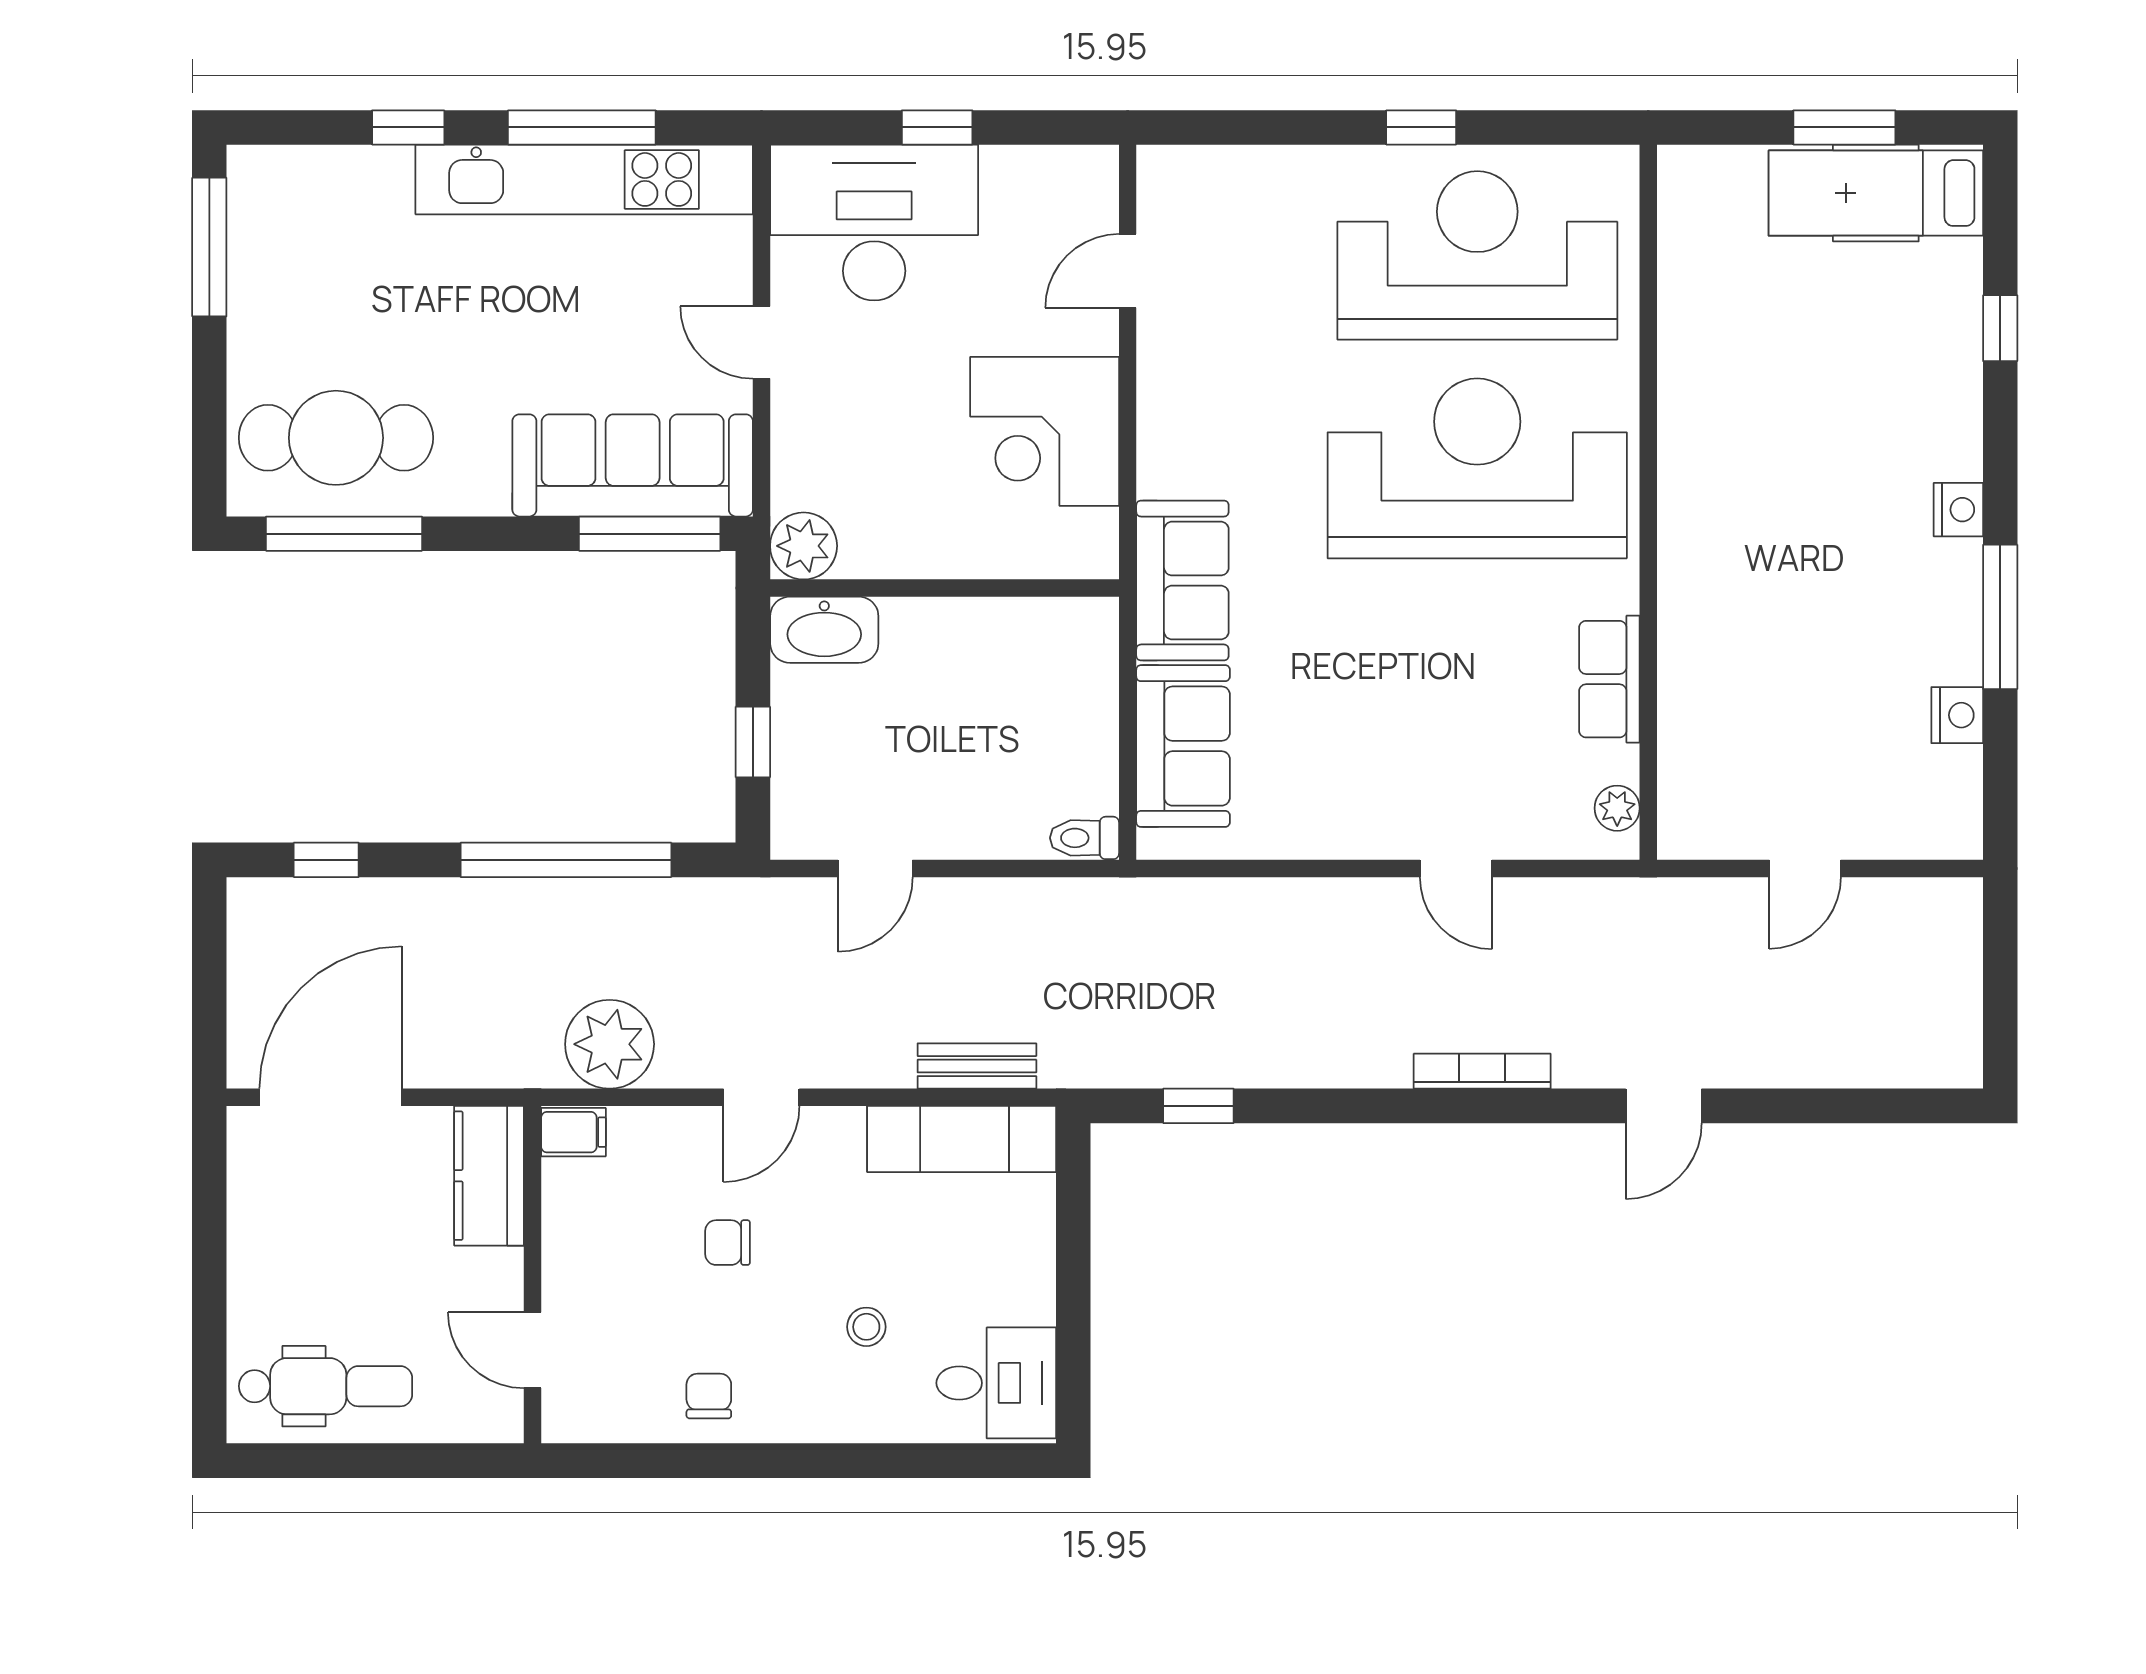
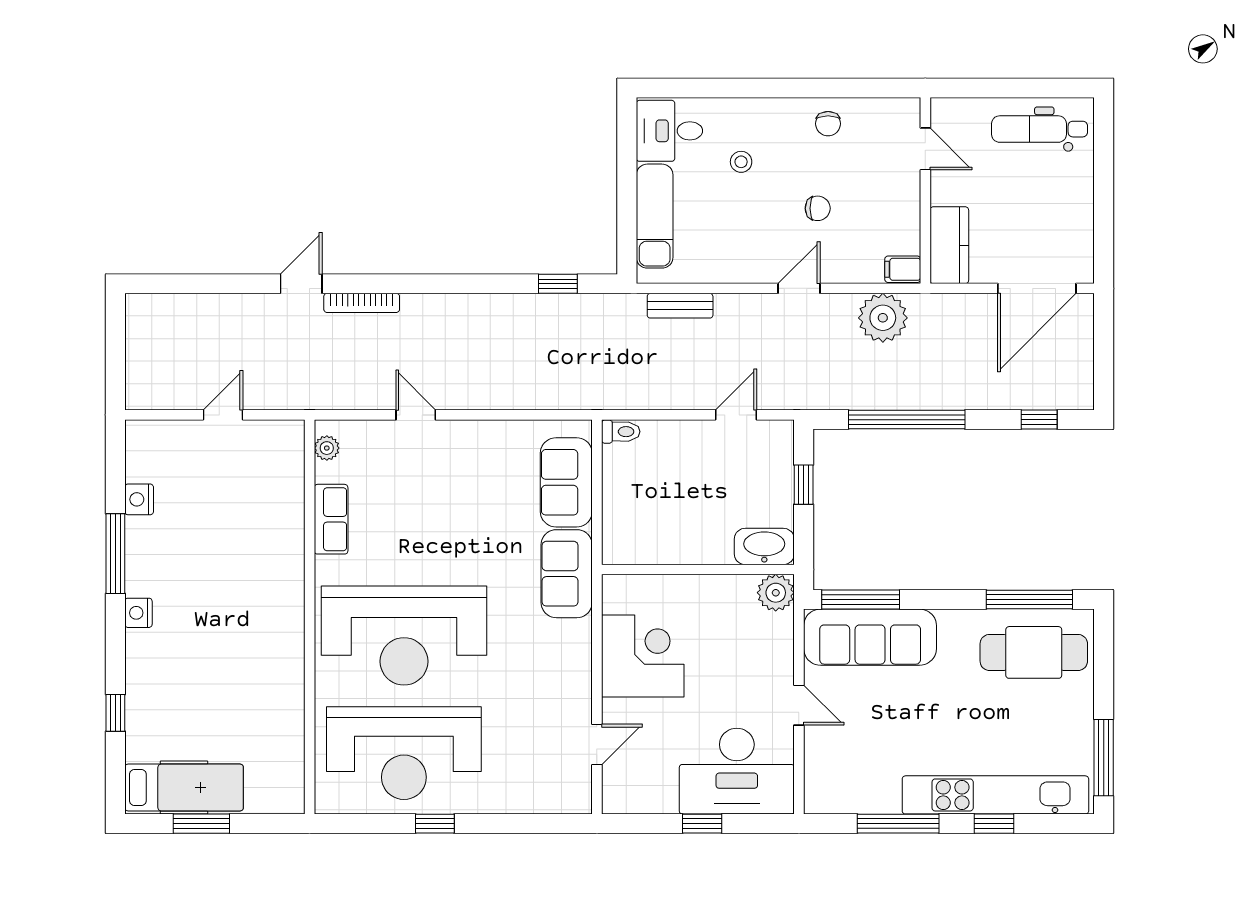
kitchen unit: (584, 179) -> (995, 795), moved
bookcase: (1482, 1071) -> (362, 303), moved
exam couch: (962, 1139) -> (655, 216), moved, turned 90

